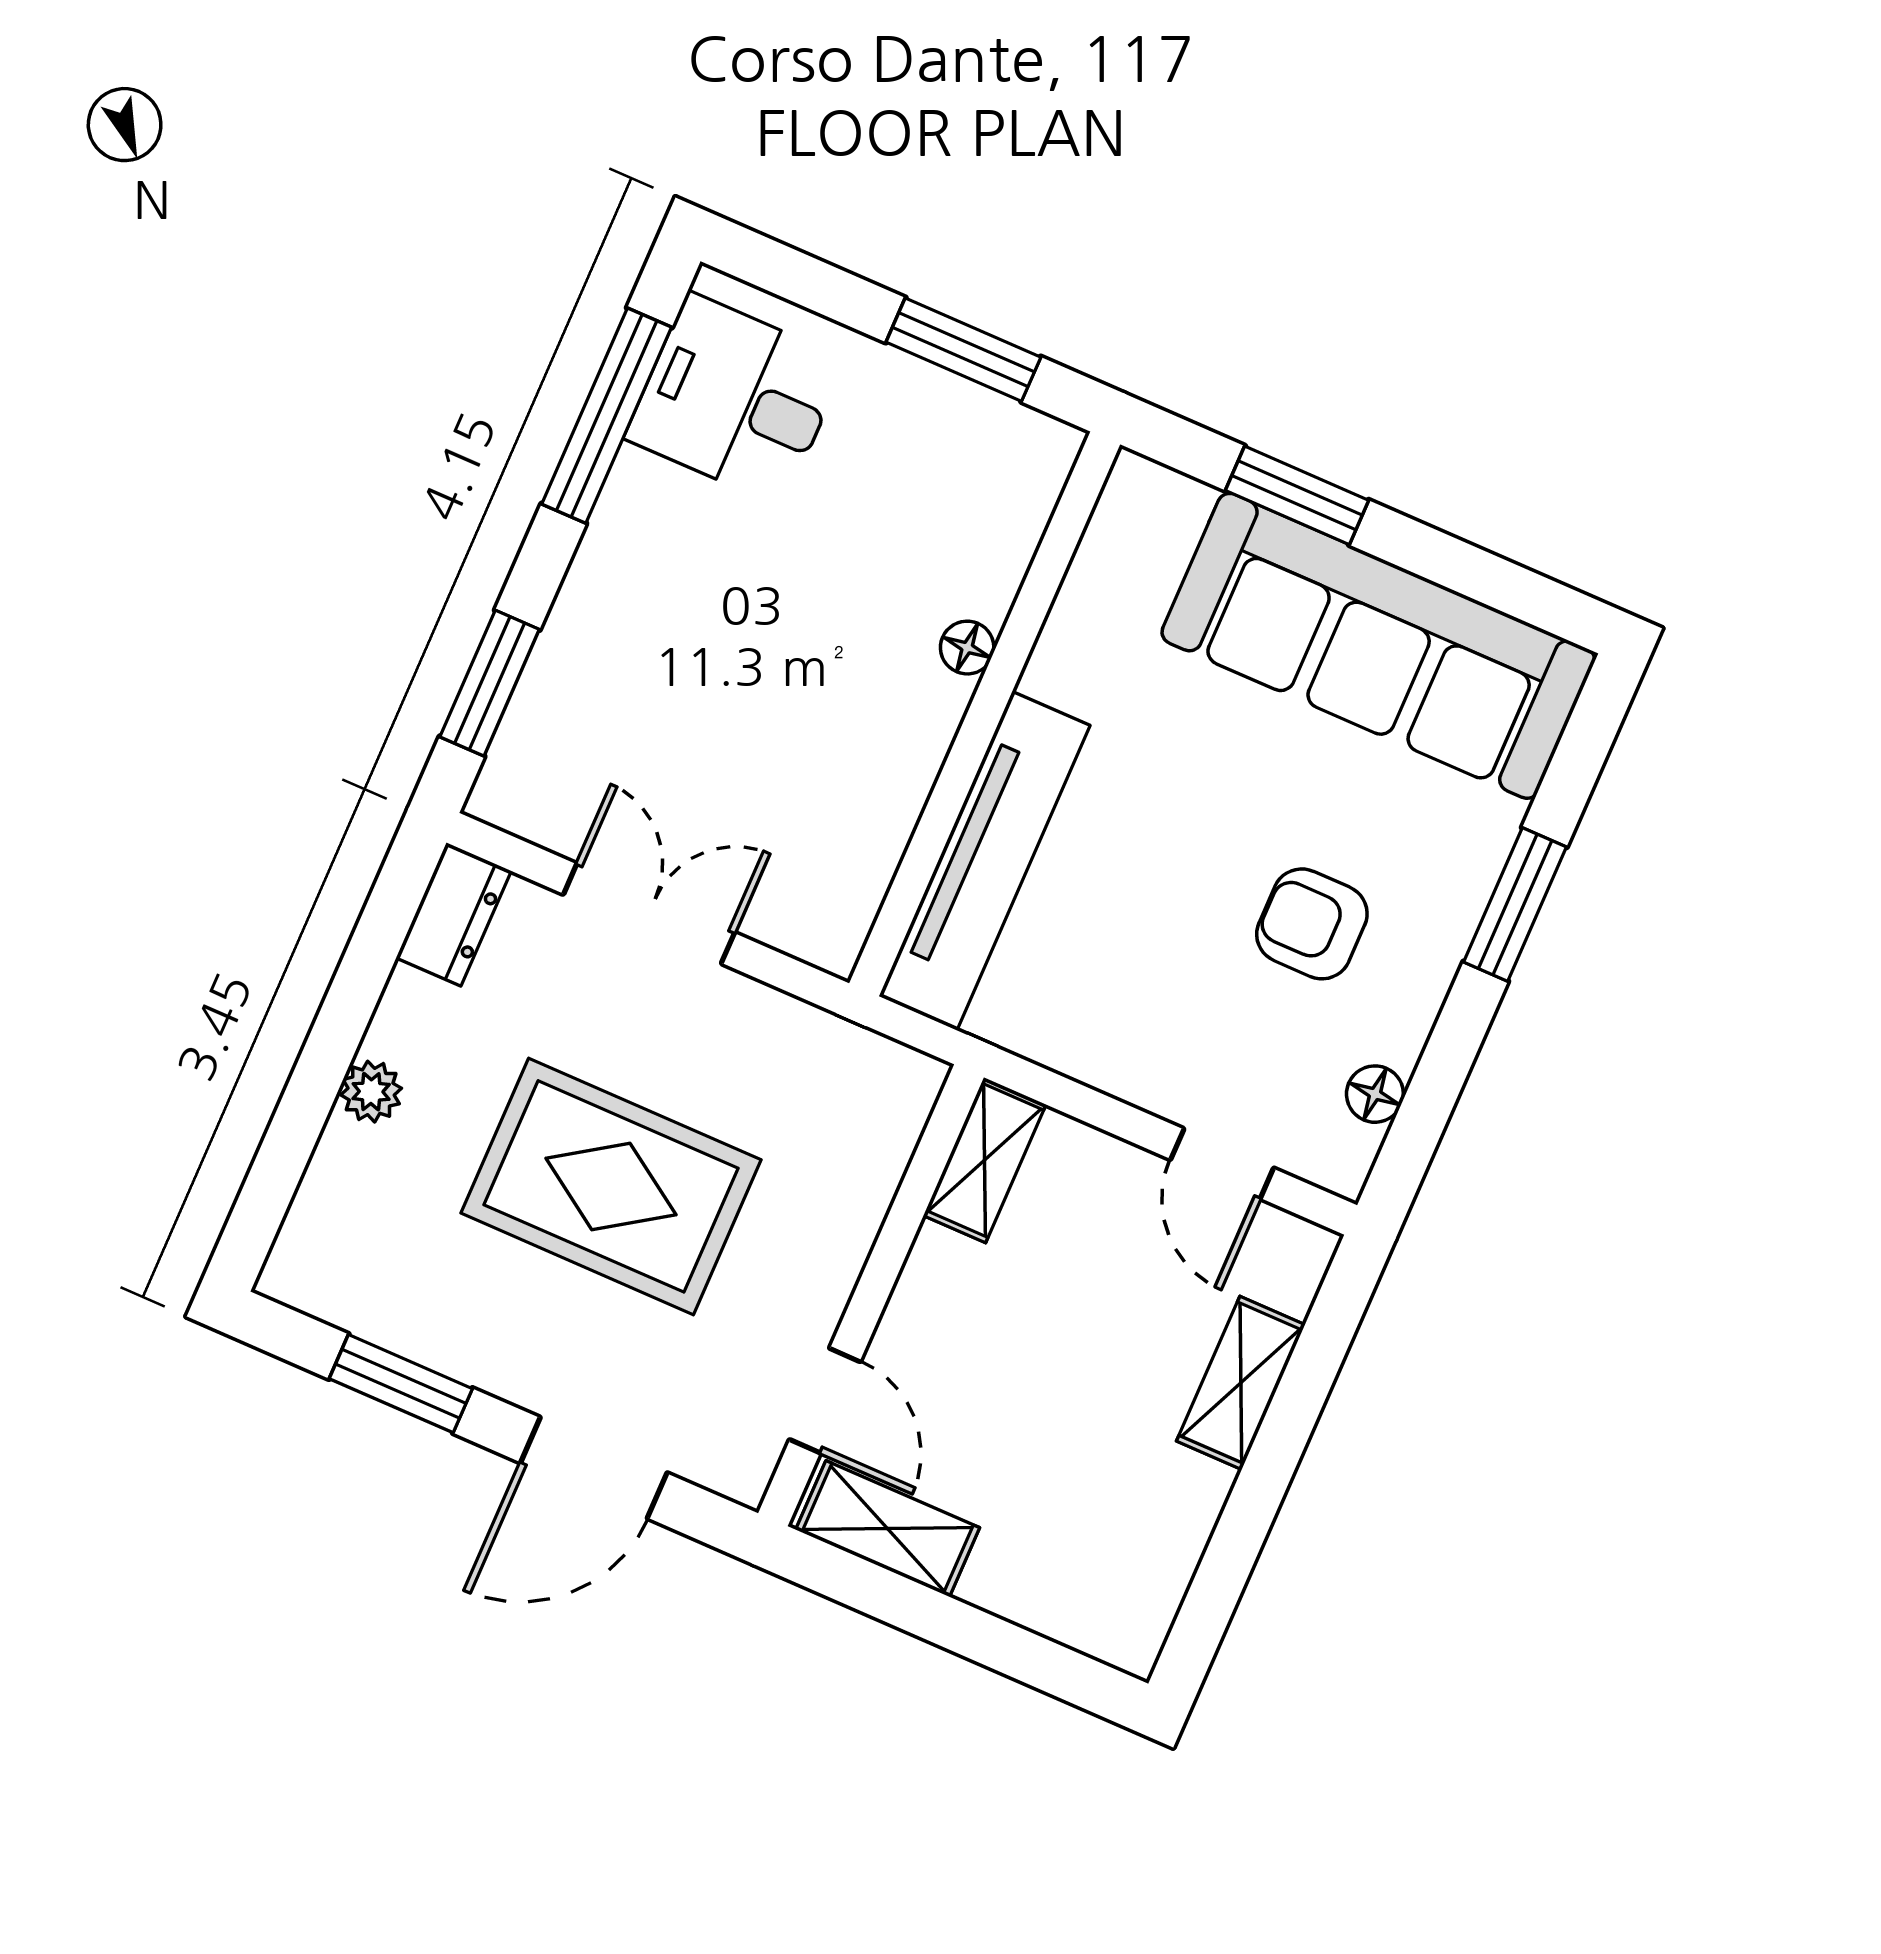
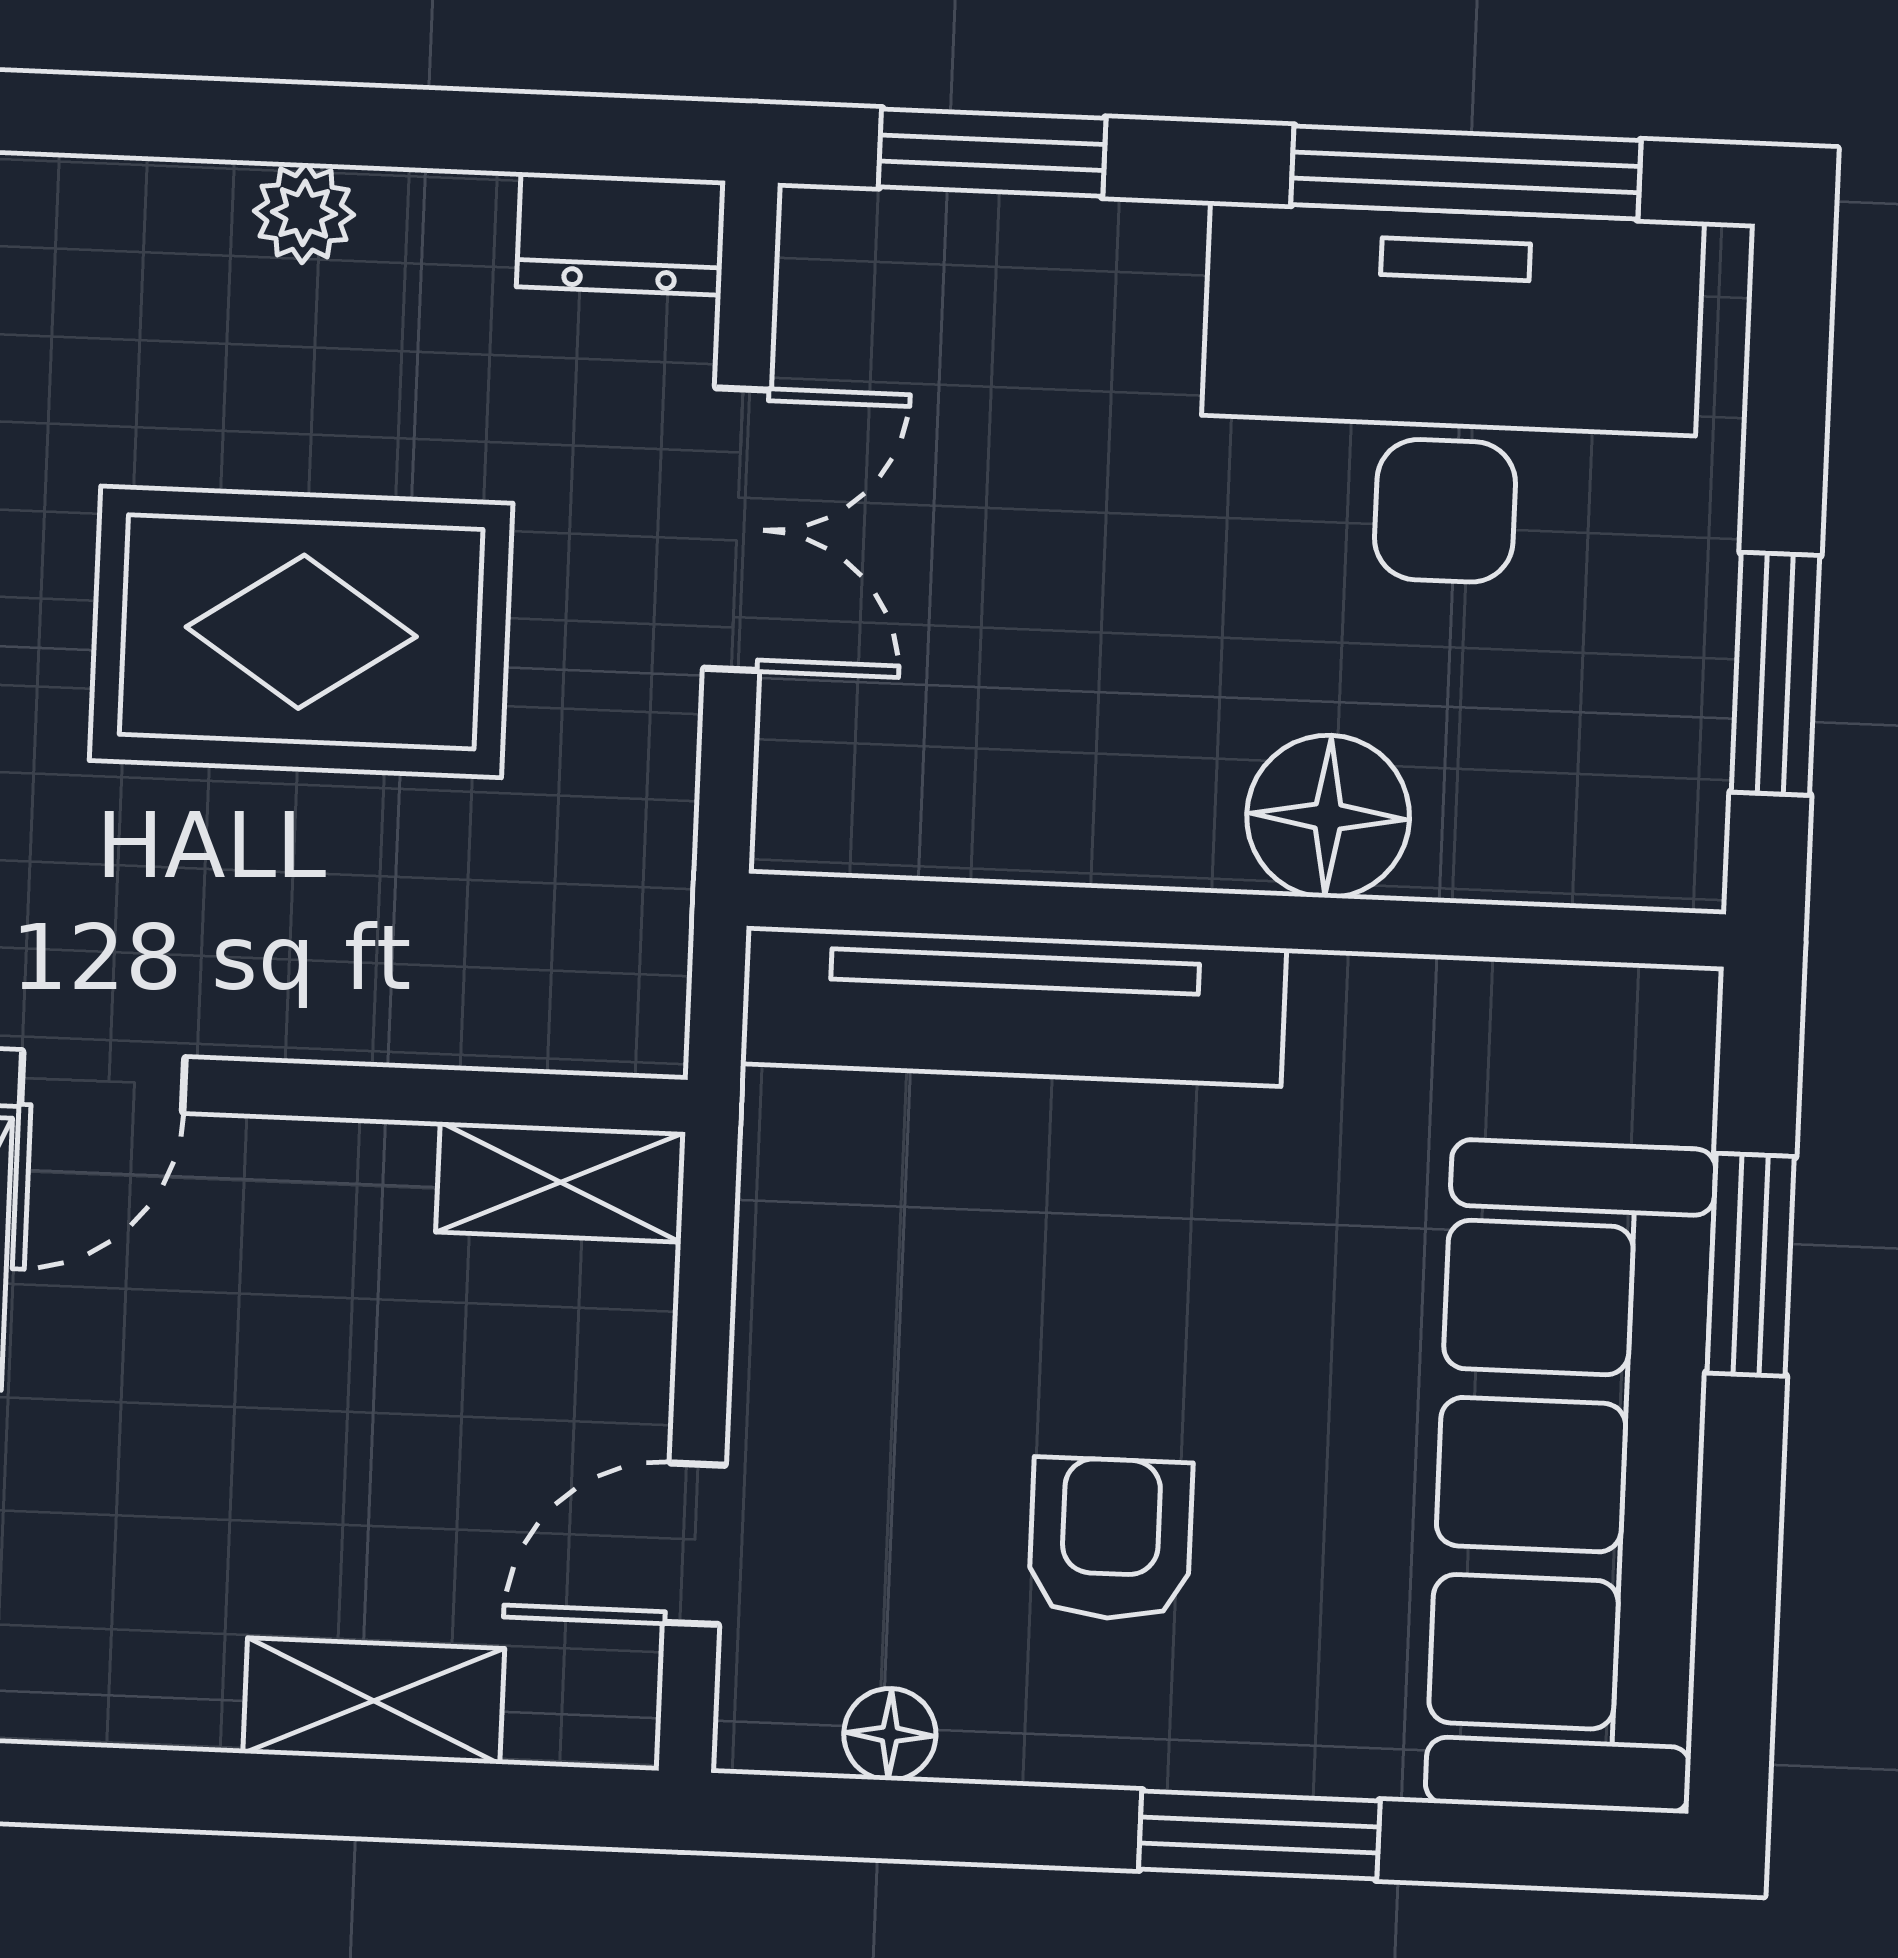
desk: (736, 399) -> (1450, 396), width x1.87, depth x1.30
floor lamp: (967, 648) -> (1328, 816), width x1.89, depth x1.89
rug: (611, 1186) -> (301, 632), turned 90

